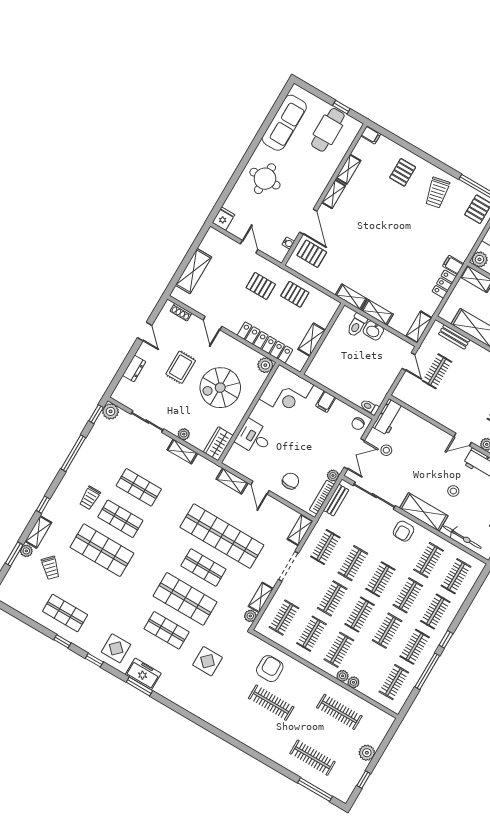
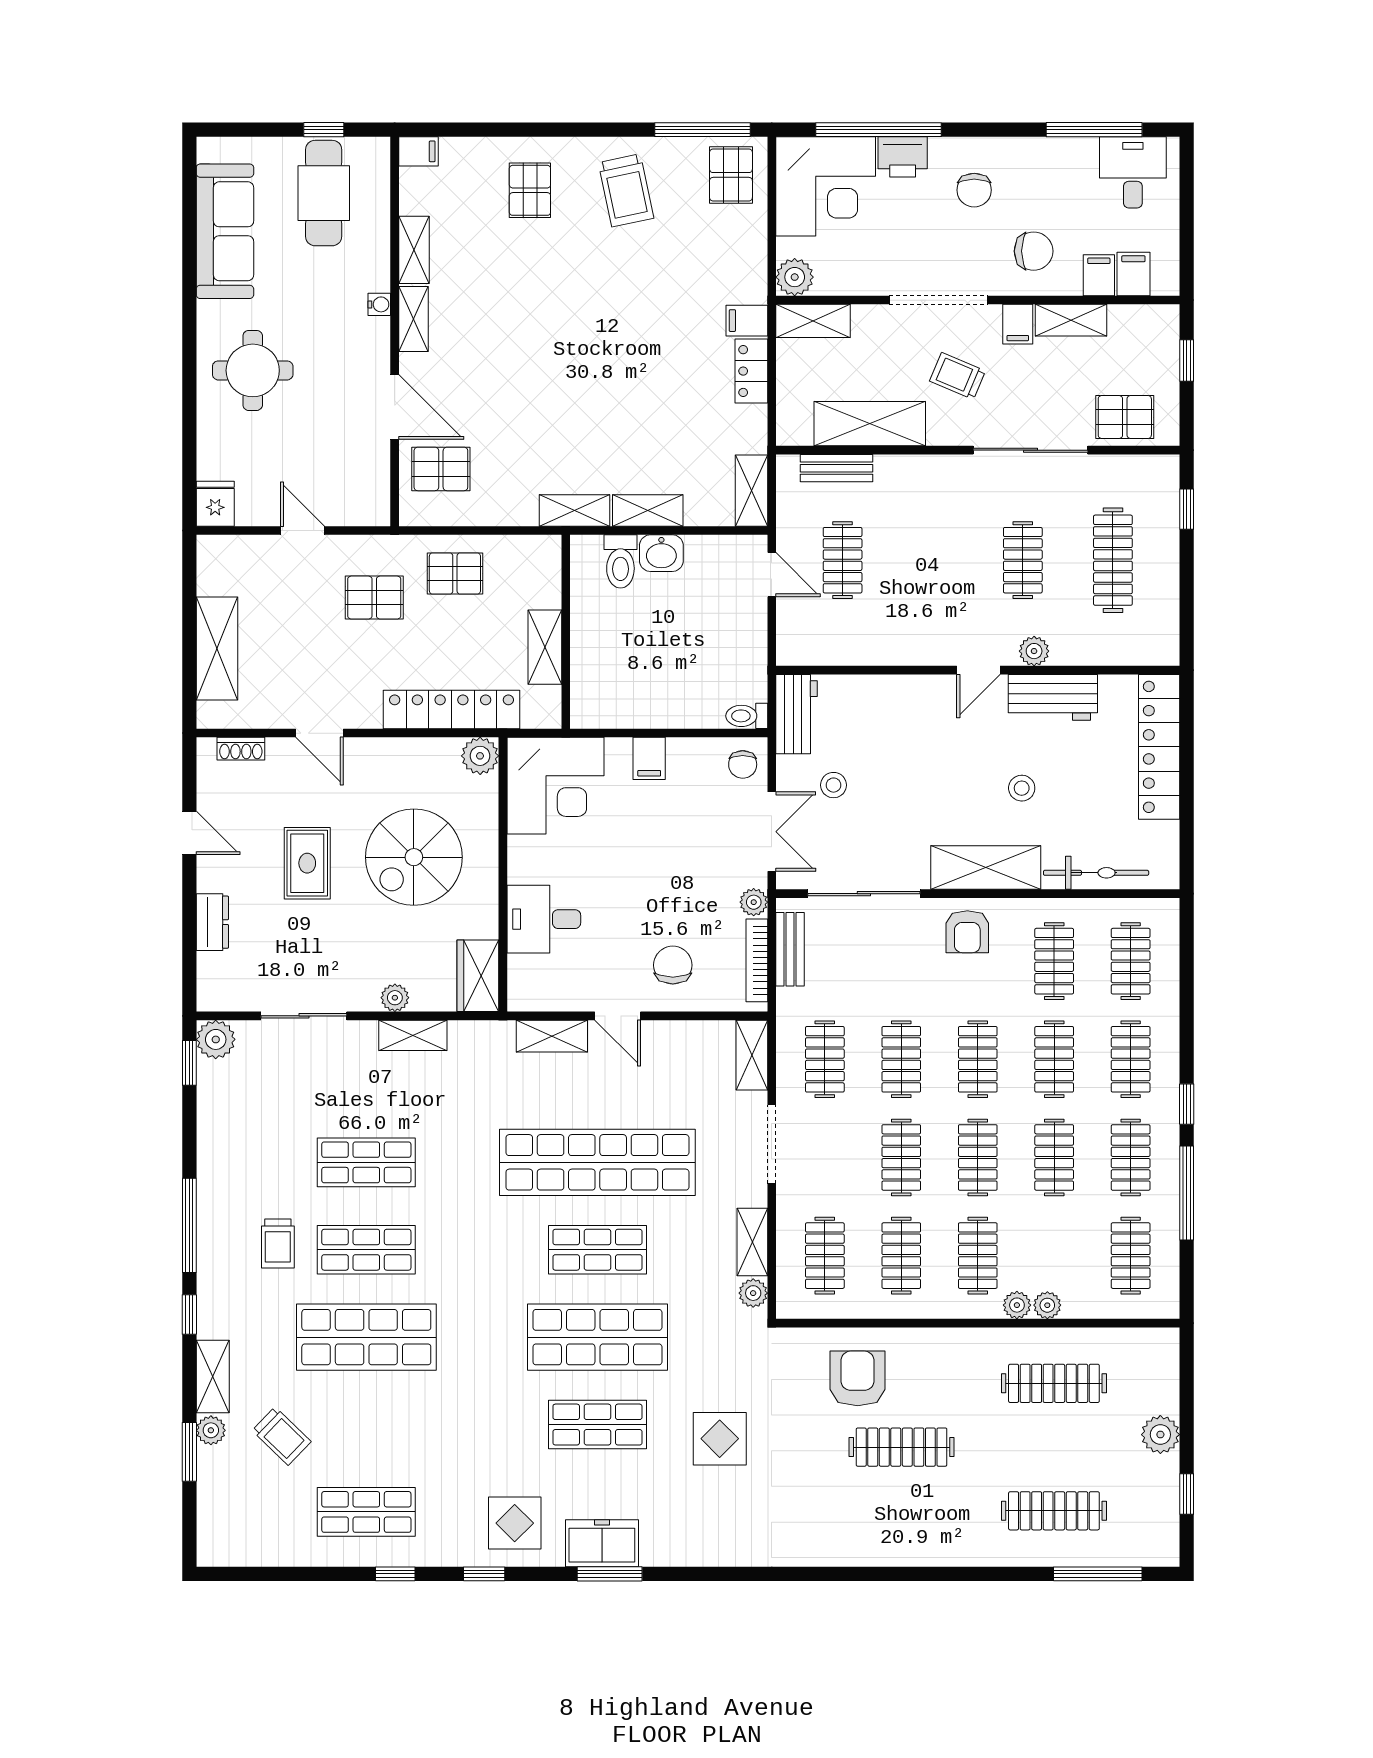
water cooler: (288, 243) -> (379, 304), moved
window: (73, 453) -> (189, 1225), moved

